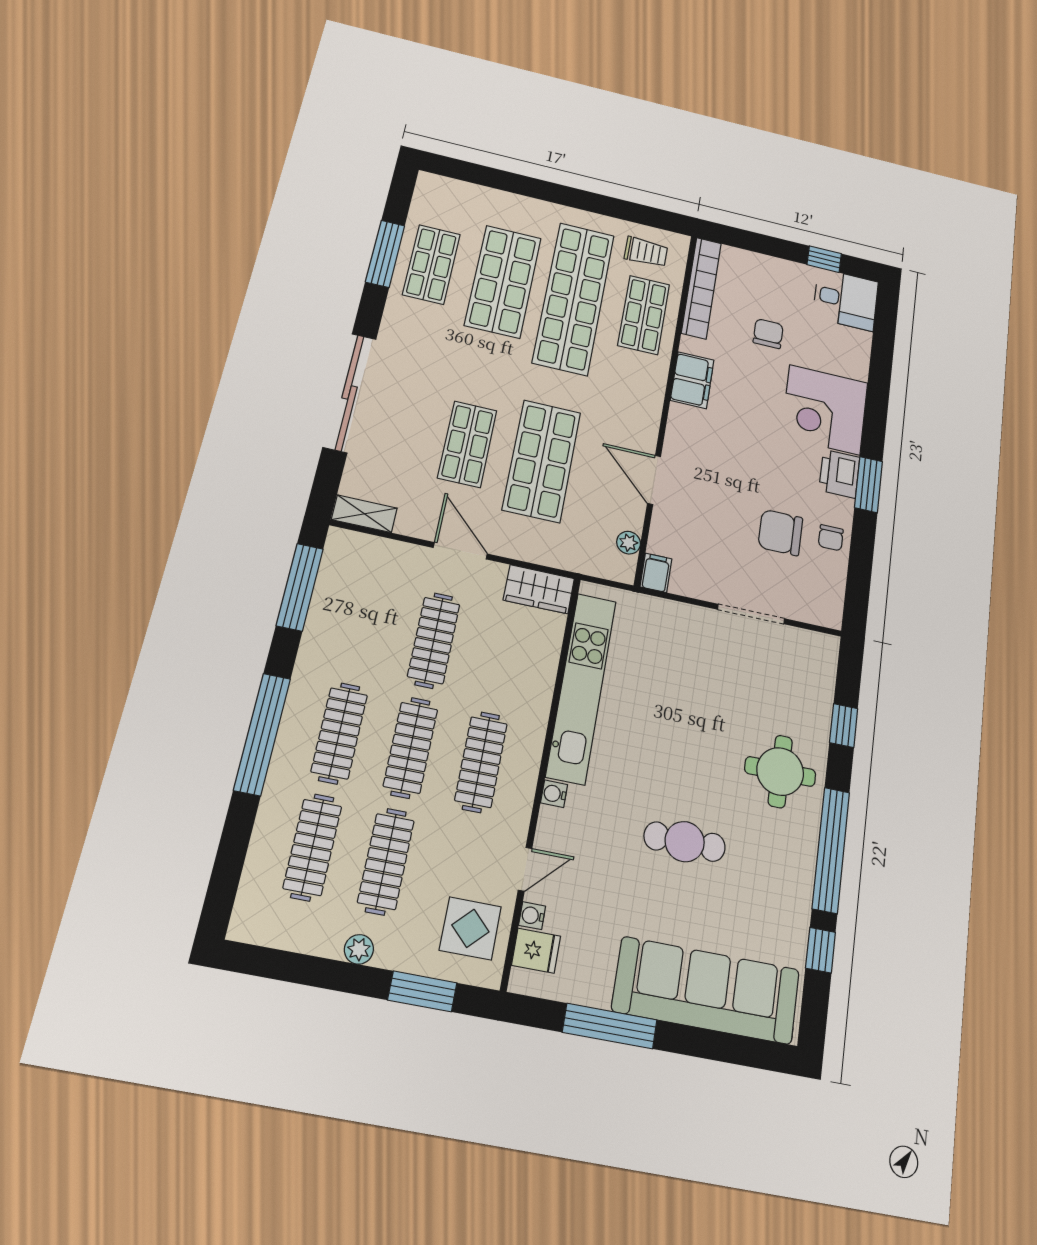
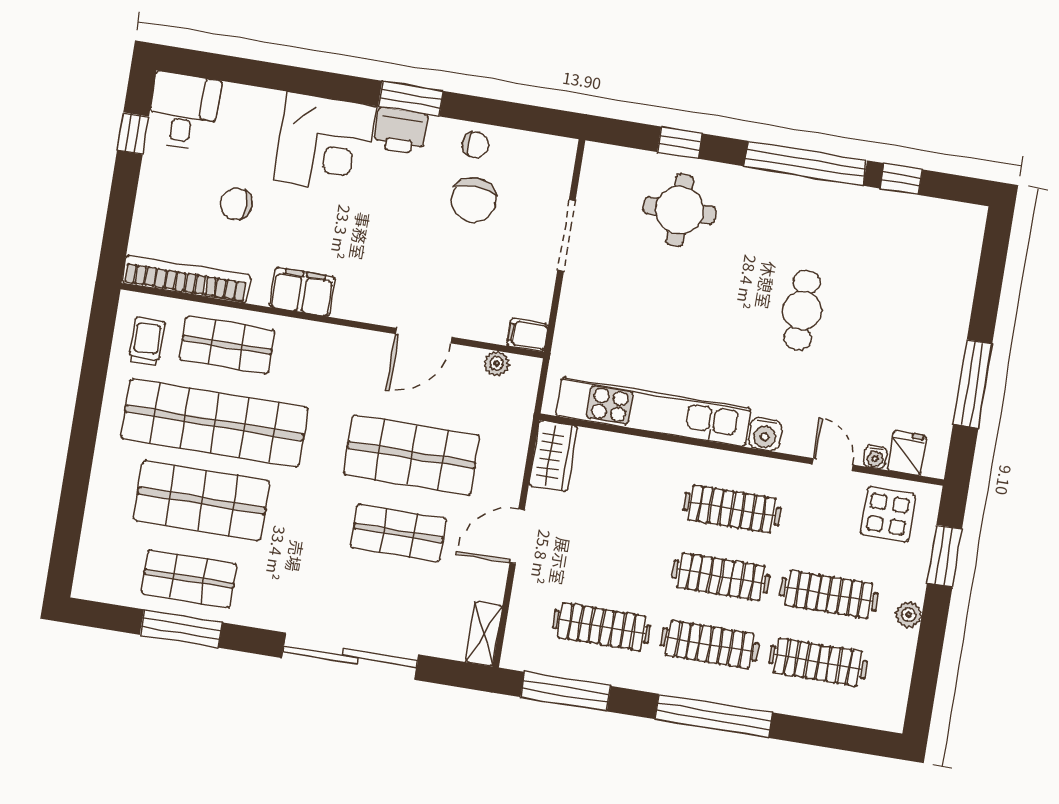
clothes rail: (434, 640) -> (602, 627), moved
round table: (780, 771) -> (680, 210), moved
water cooler: (554, 794) -> (765, 434), width x1.38, depth x1.38
sofa: (706, 990) -> (940, 292), removed

